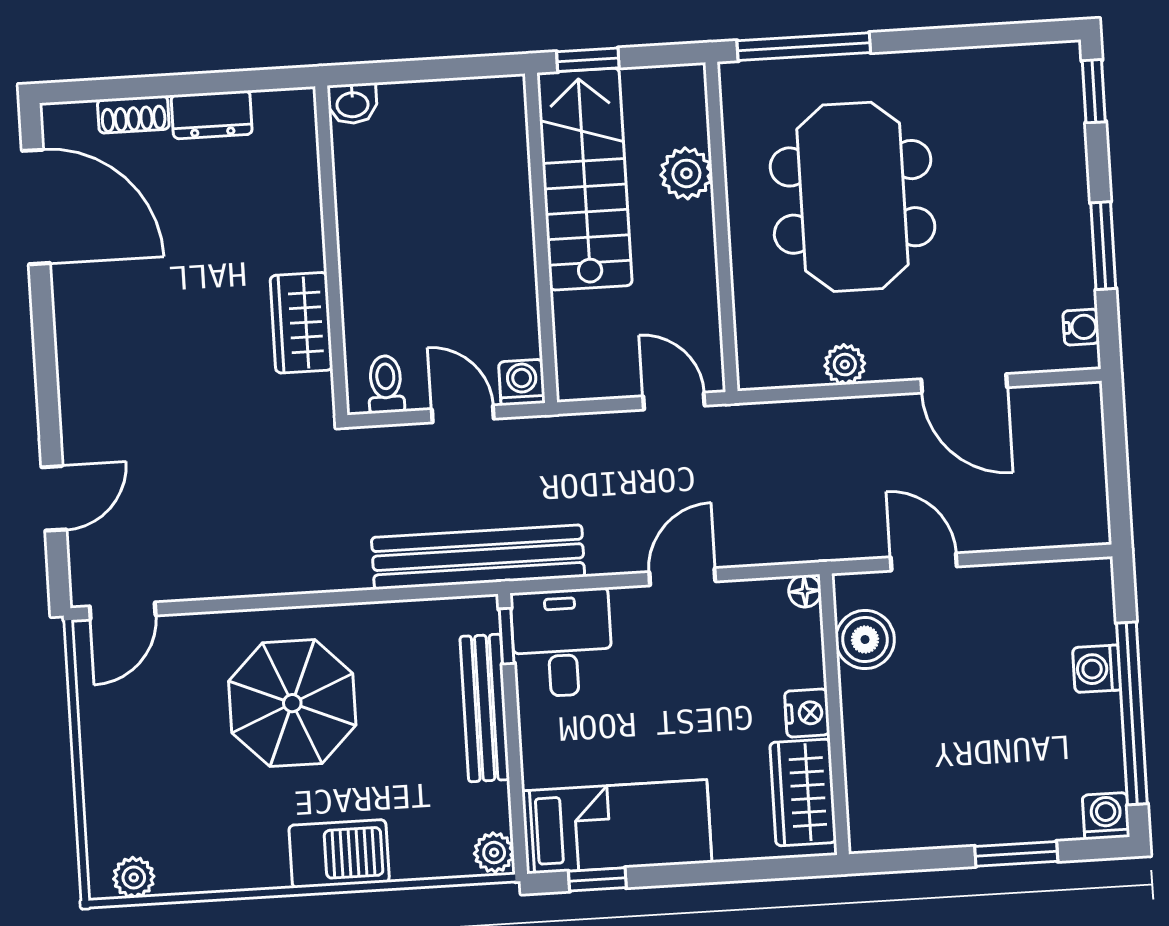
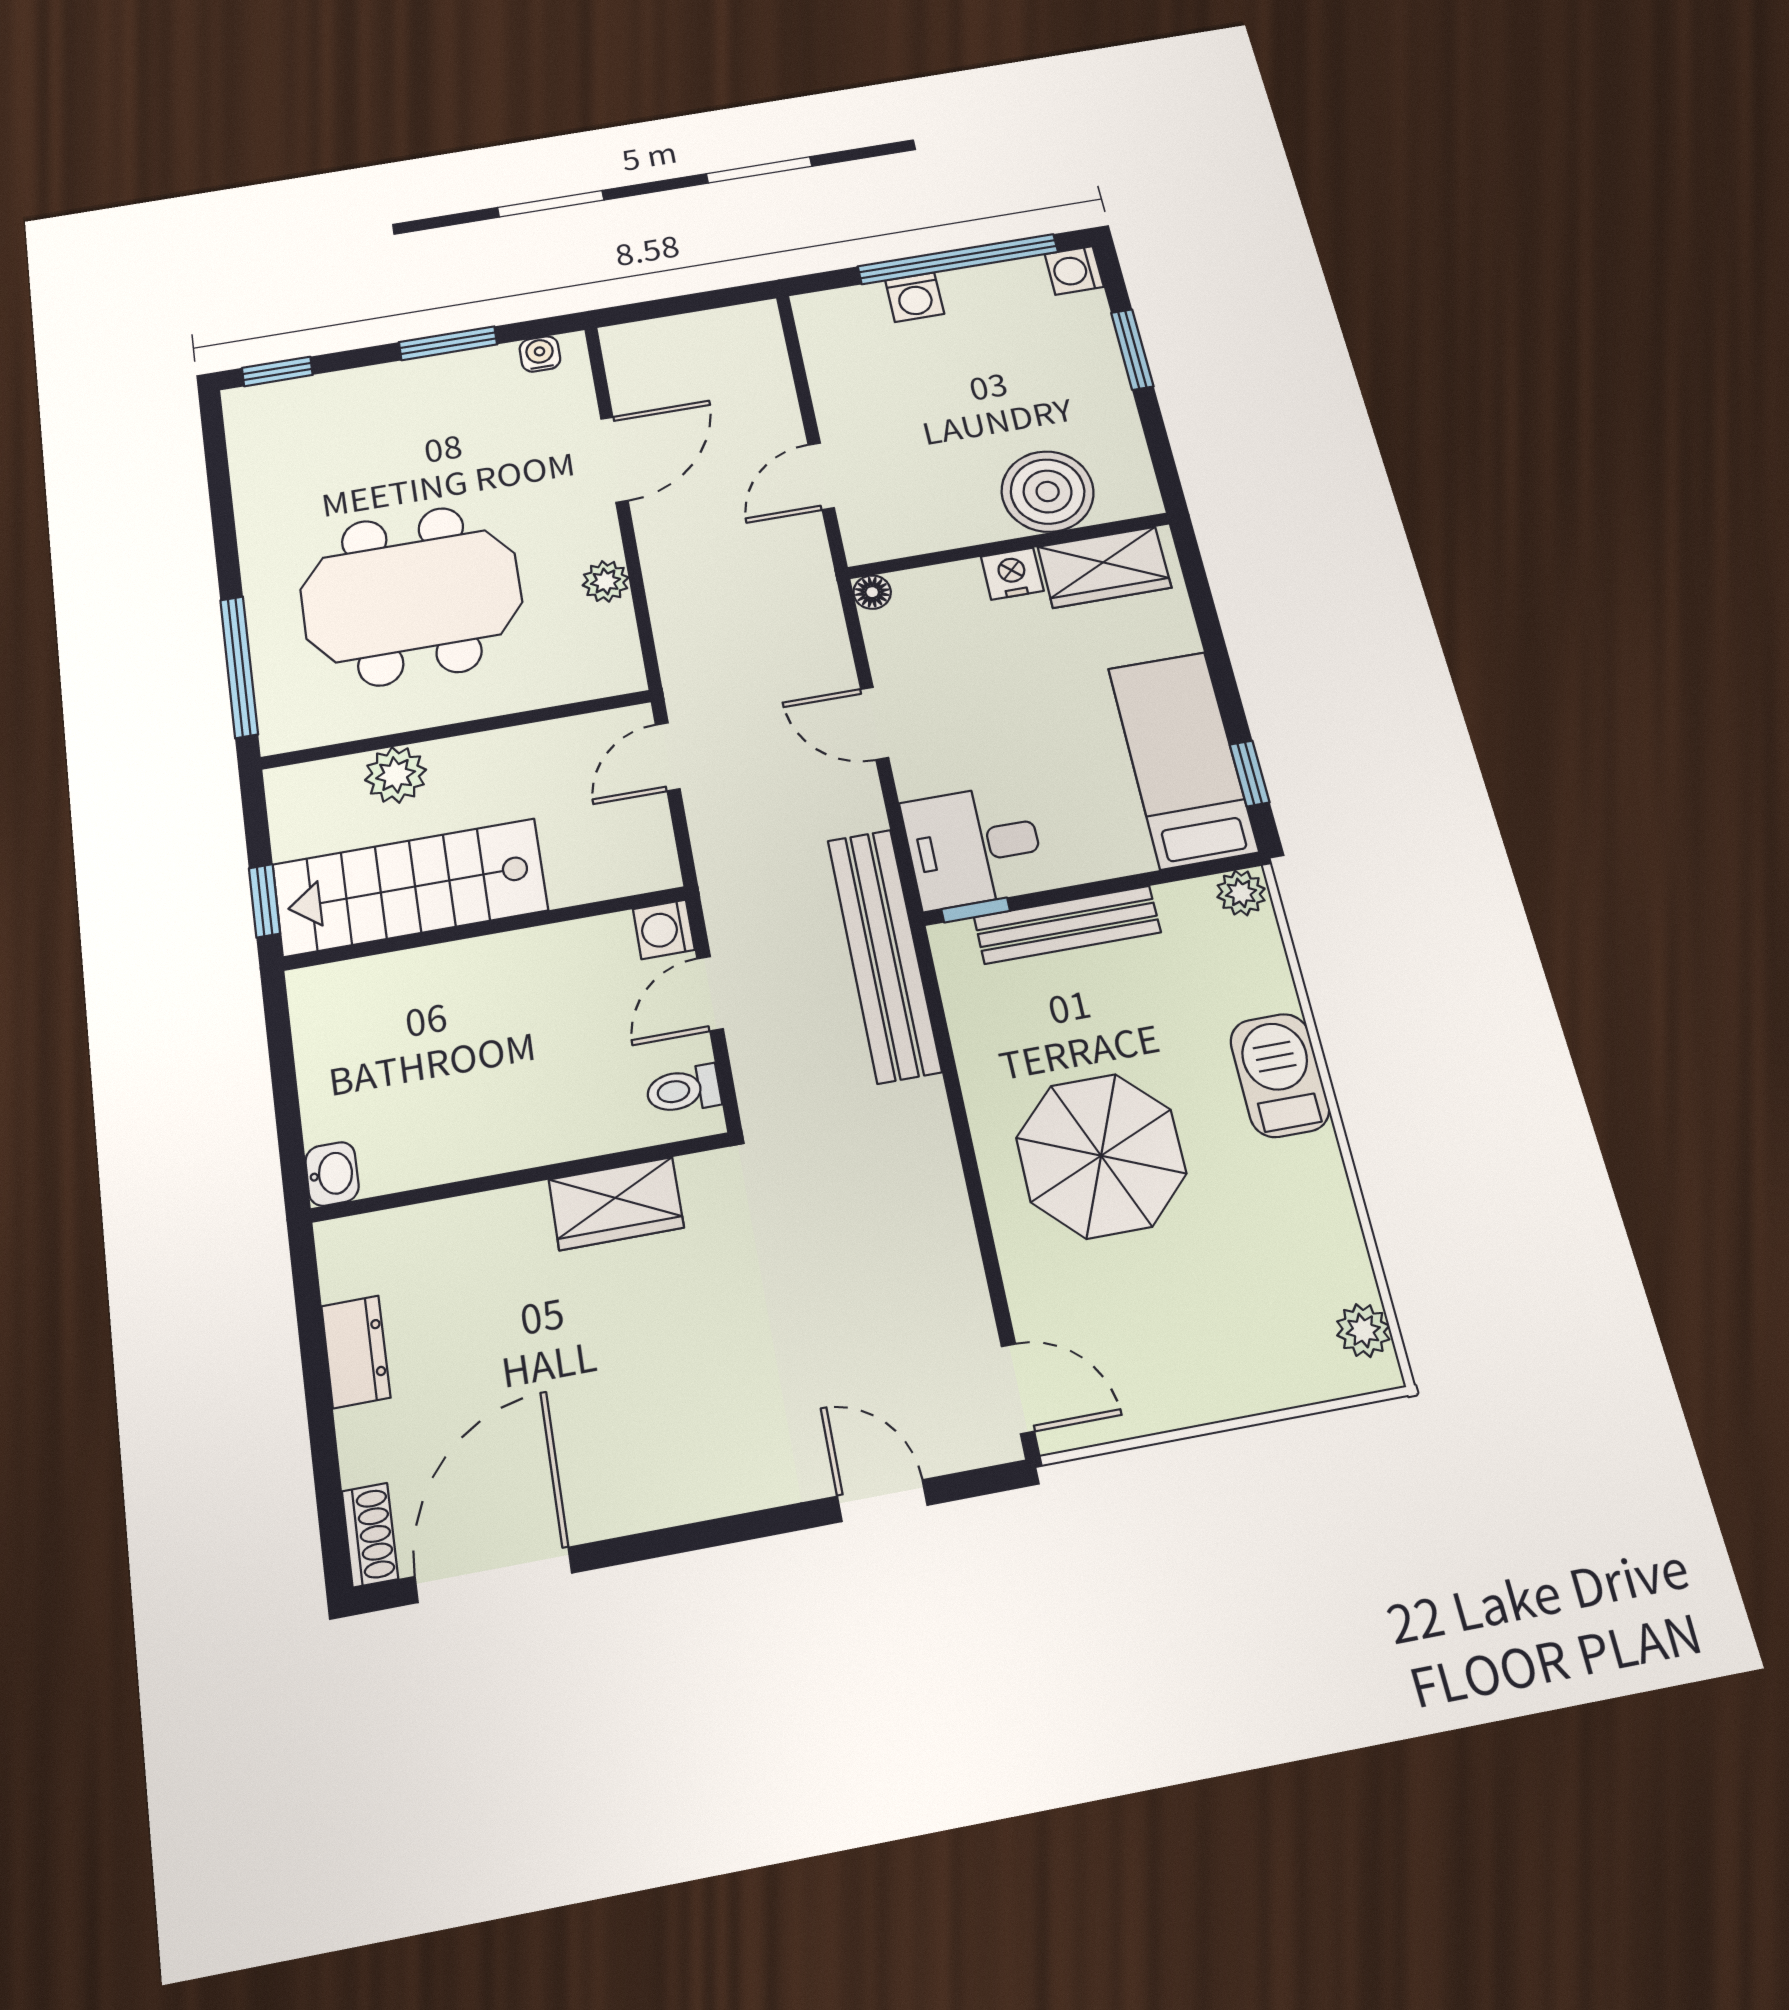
shoe rack: (133, 114) -> (370, 1535), moved
boiler: (865, 640) -> (1048, 492), moved, width x1.37, depth x1.37

